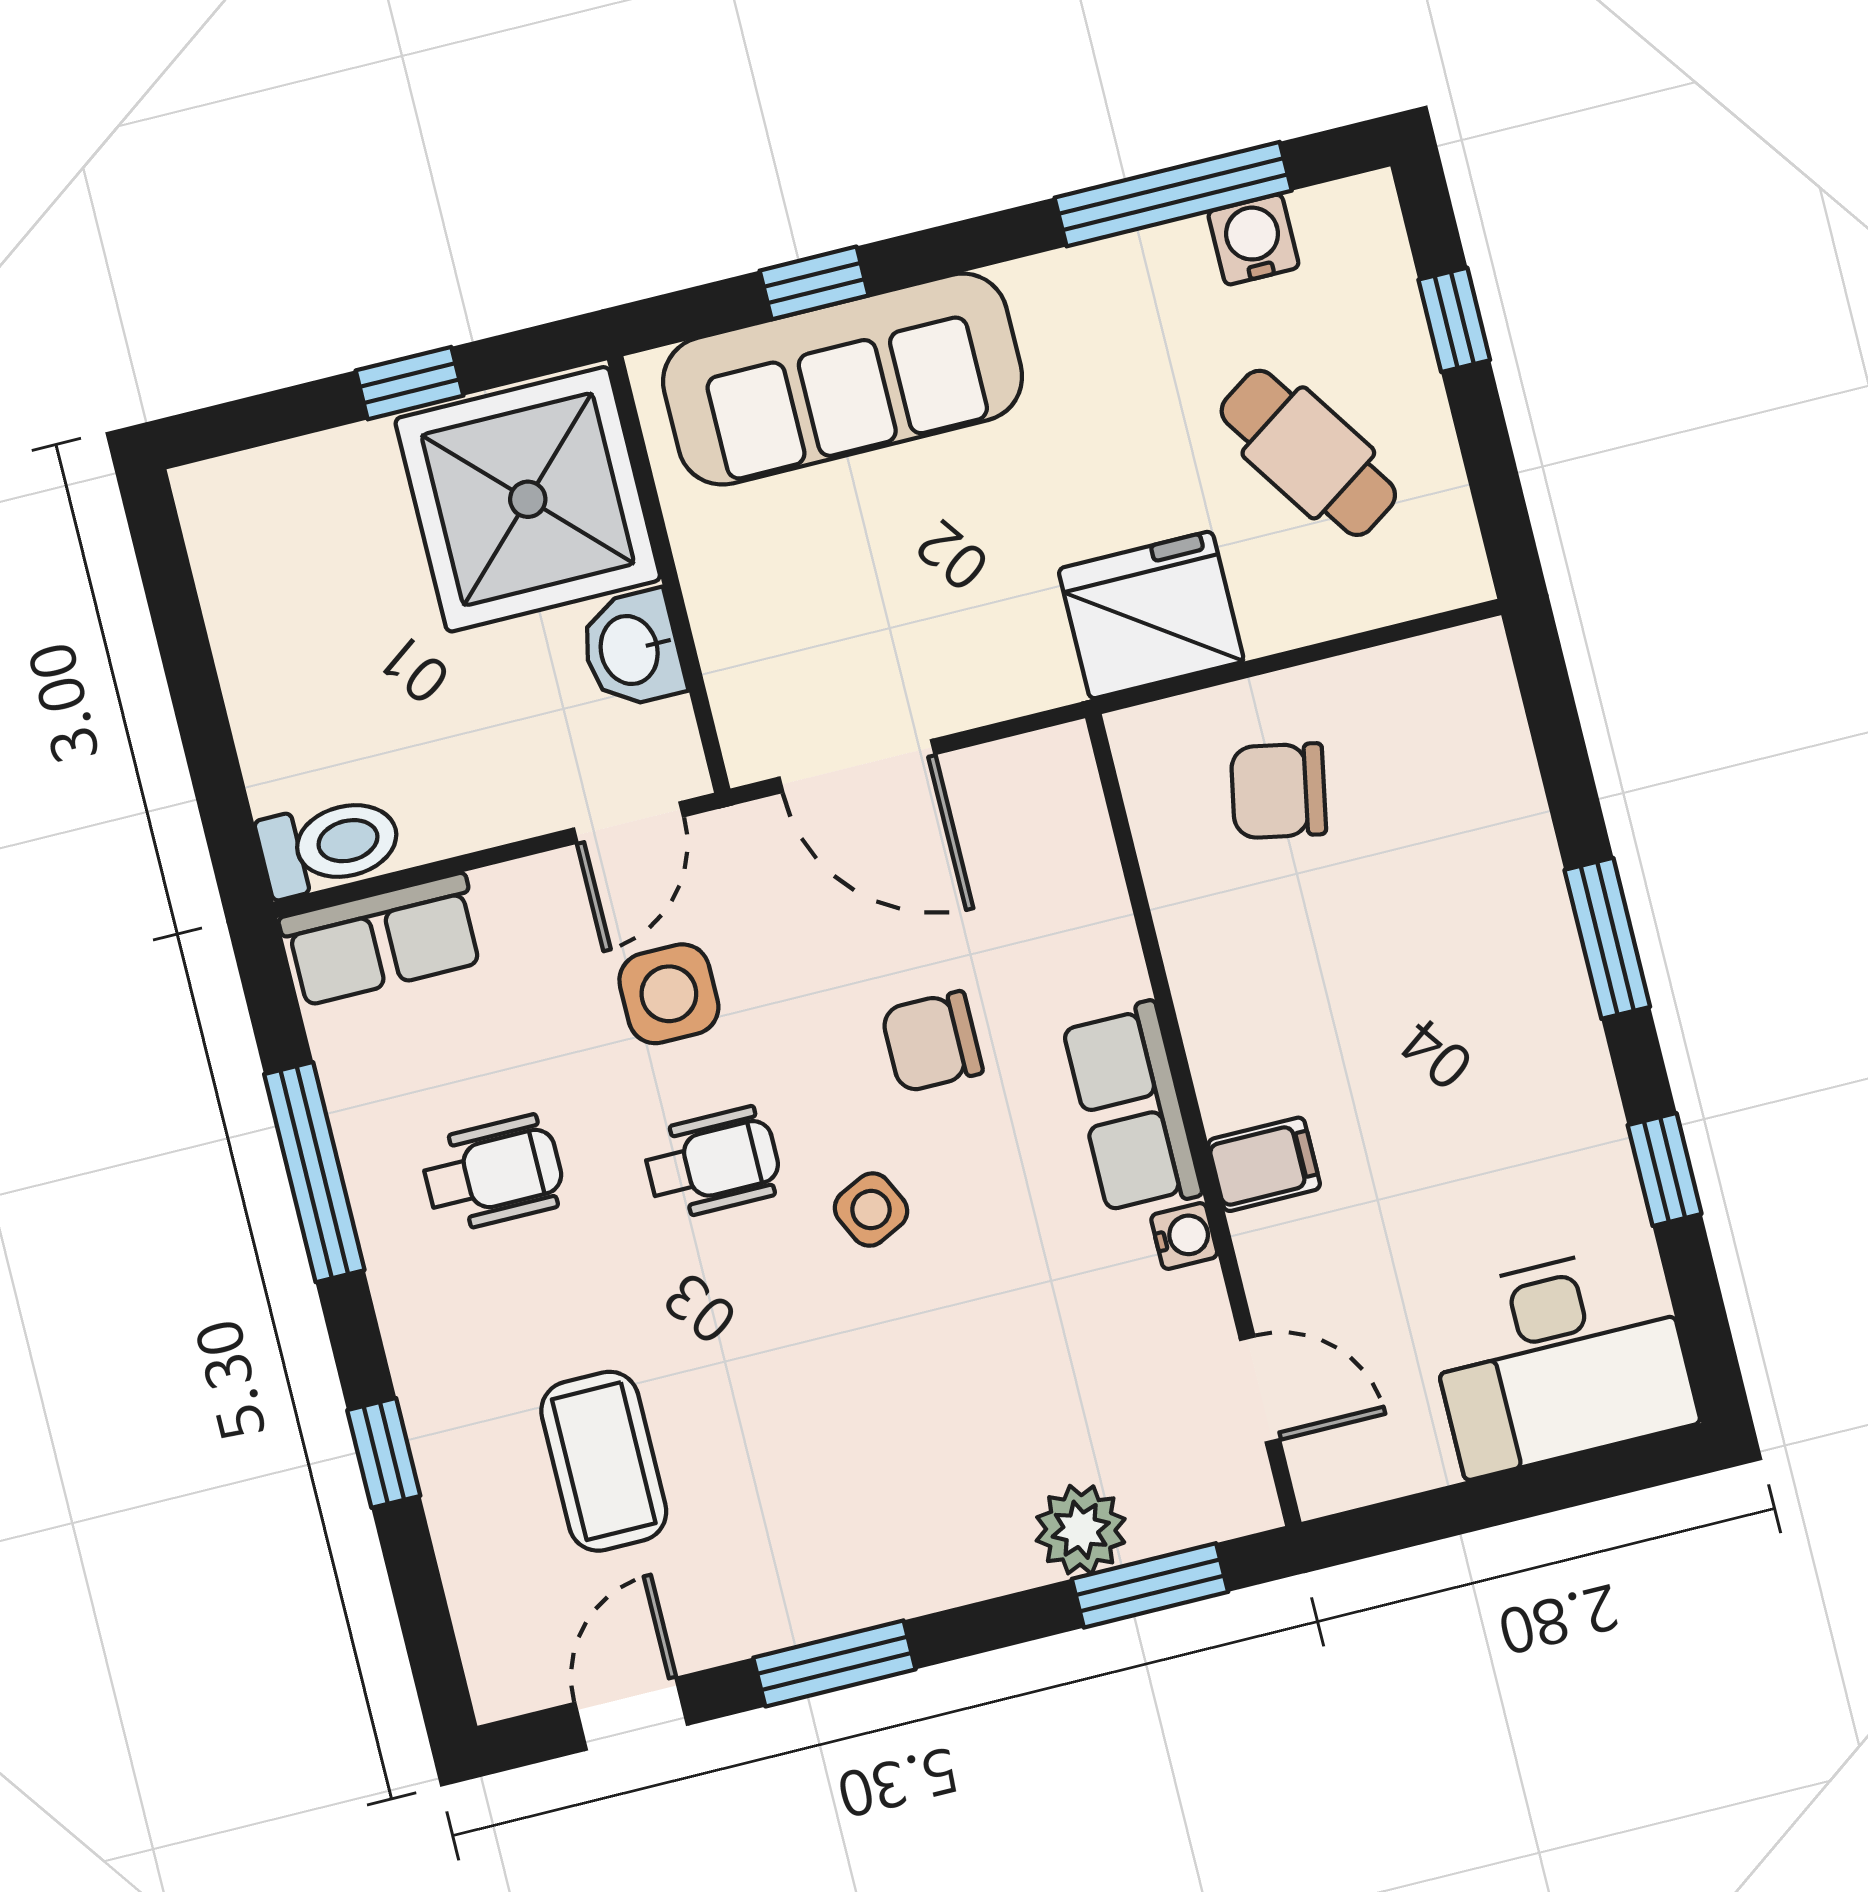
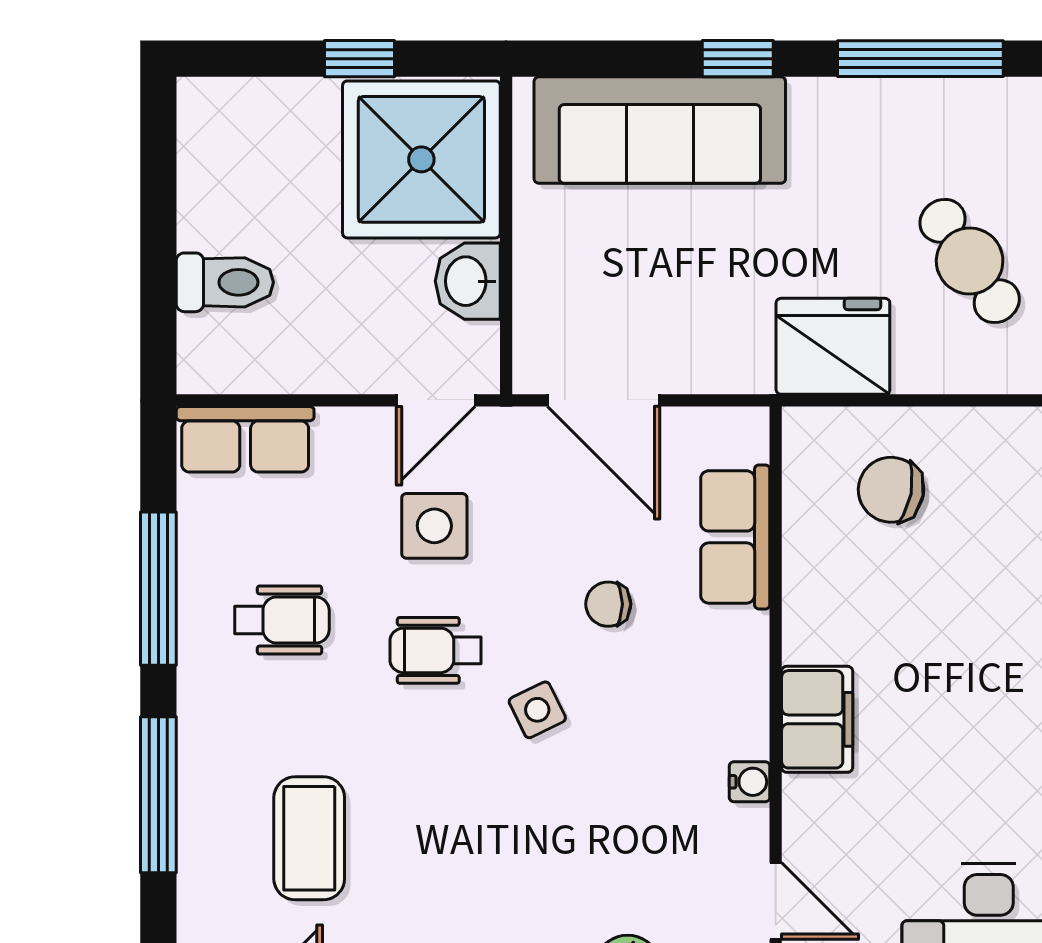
water cooler: (1253, 240) -> (968, 104), removed
window: (814, 283) -> (738, 59), moved
toilet: (330, 845) -> (225, 282), moved
chair: (932, 1042) -> (608, 604), width x0.73, depth x0.73
row of seats: (1132, 1109) -> (735, 537), moved
wheelchair: (712, 1163) -> (436, 650), turned 180
filing cabinet: (1264, 1164) -> (817, 719), width x2.00
window: (384, 1453) -> (158, 795), width x2.17

